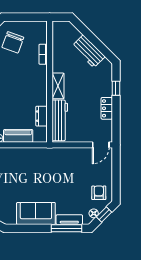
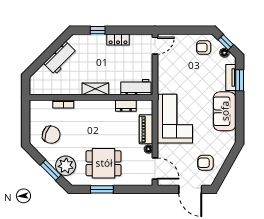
workbench: (60, 120) -> (136, 87), width x0.73
door: (101, 145) -> (155, 46), hinge flipped
corner sofa: (29, 164) -> (175, 119), added
window: (66, 228) -> (240, 80), width x0.69

